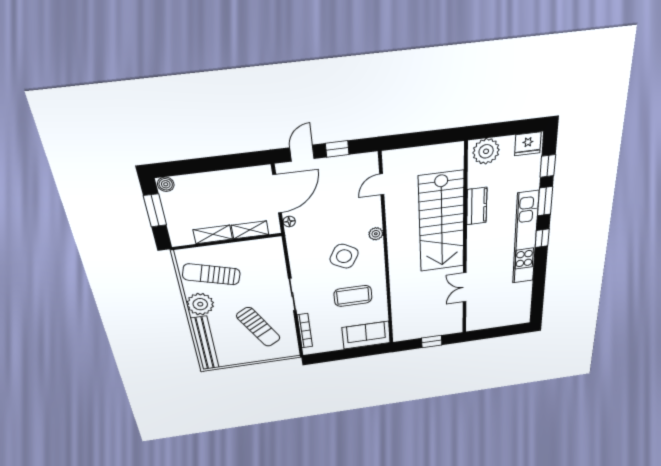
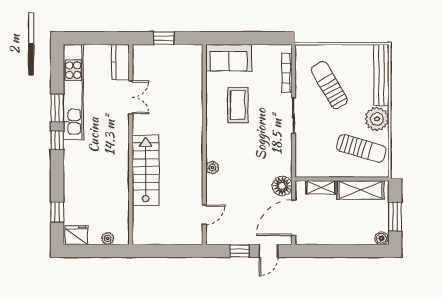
plant: (486, 151) -> (108, 238), width x0.53, depth x0.53
window: (545, 201) -> (57, 108), moved
kitchen counter: (477, 206) -> (120, 62), moved
floor lamp: (289, 221) -> (282, 186), width x1.89, depth x1.89
stairs: (442, 222) -> (146, 170), width x0.73, depth x0.66
shelving: (213, 234) -> (361, 190), width x1.50, depth x1.33
kitchen unit: (526, 238) -> (73, 92), moved
side table: (344, 256) -> (242, 149), removed
coffee table: (353, 296) -> (238, 105), turned 90

